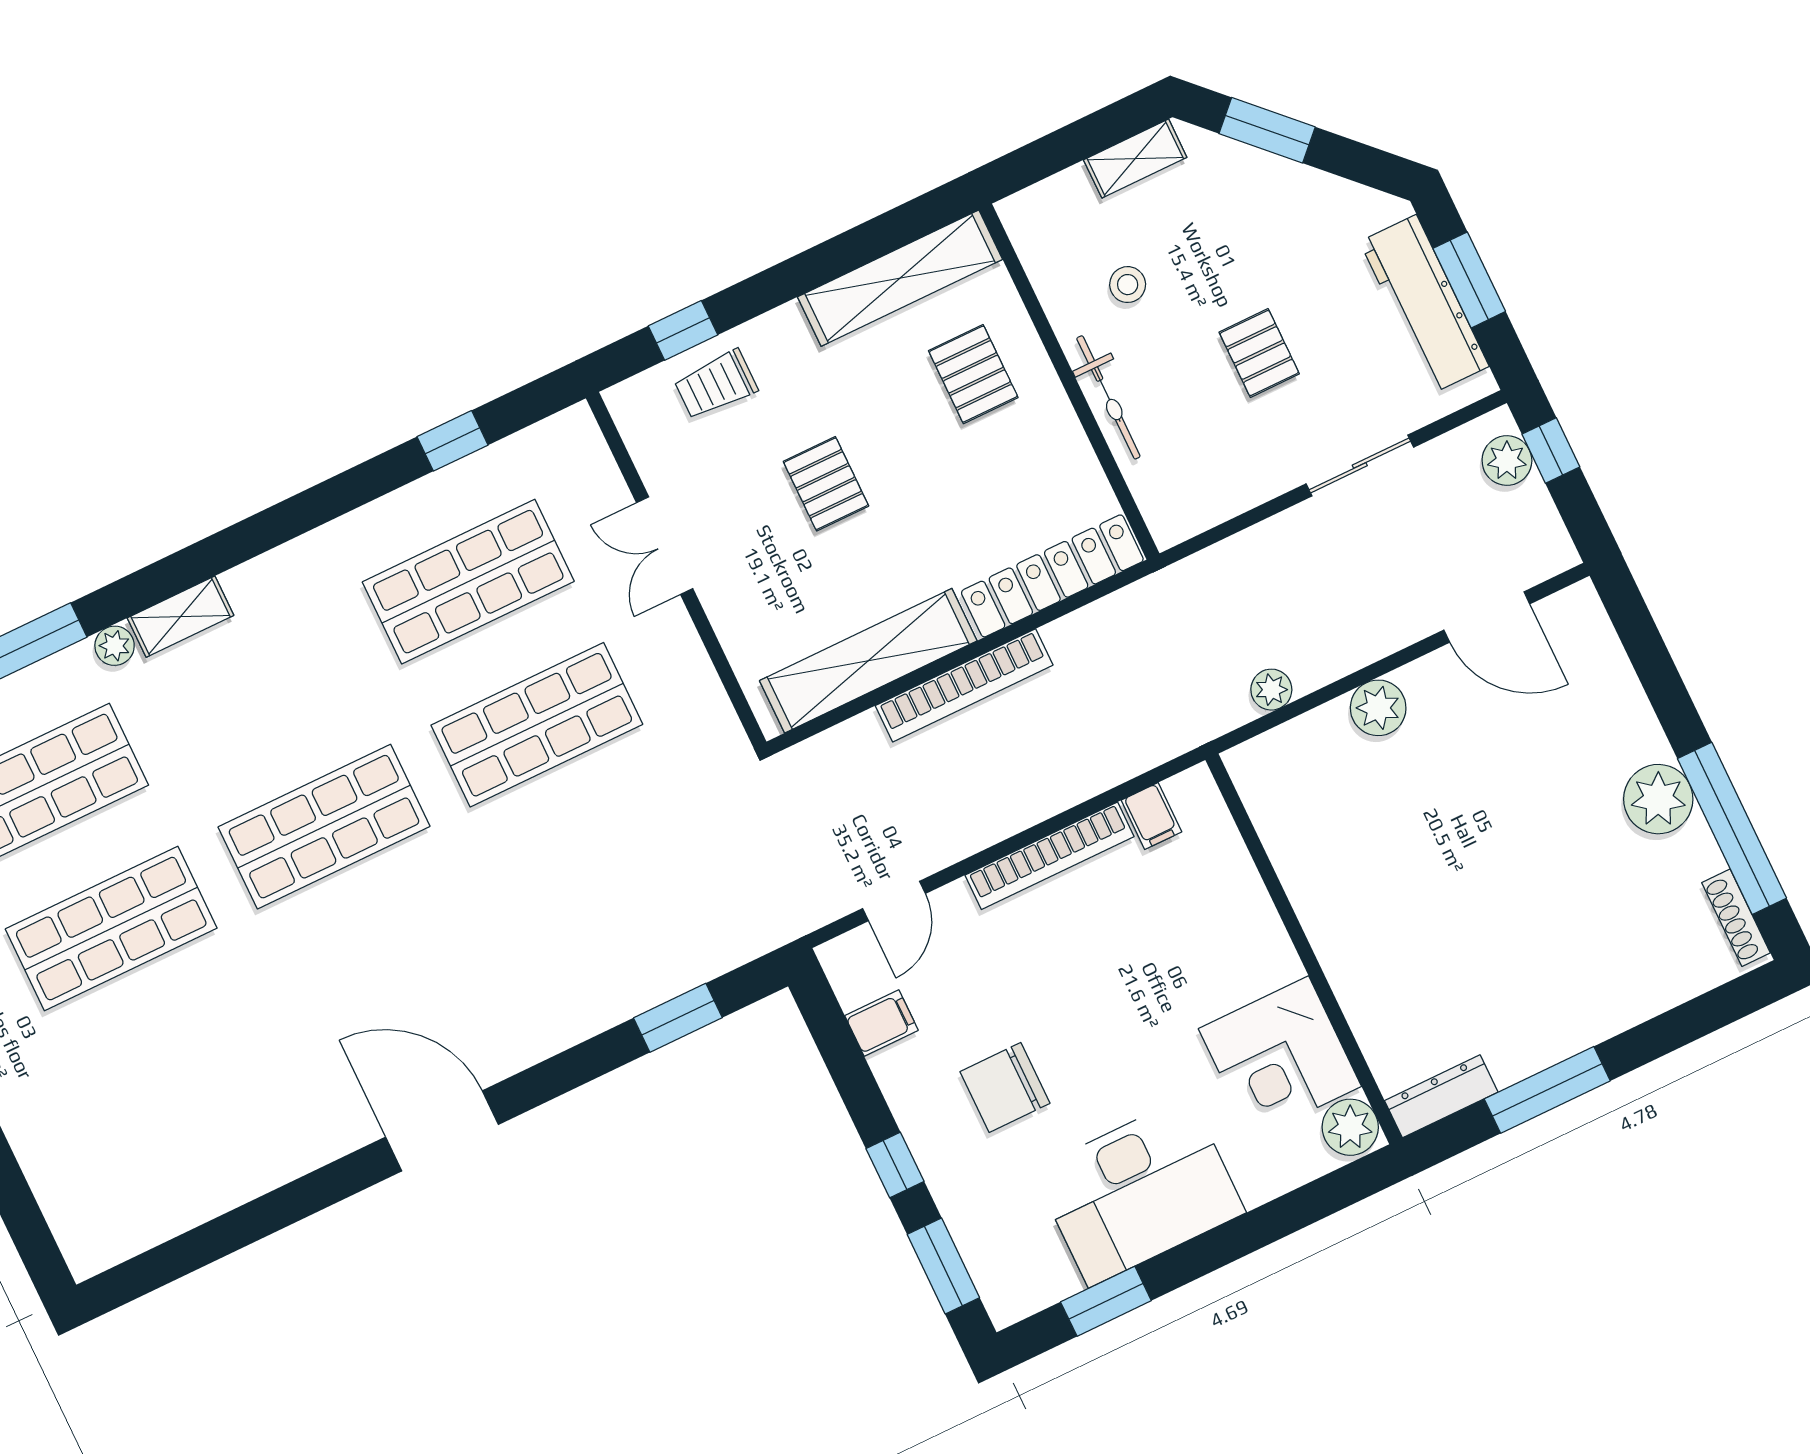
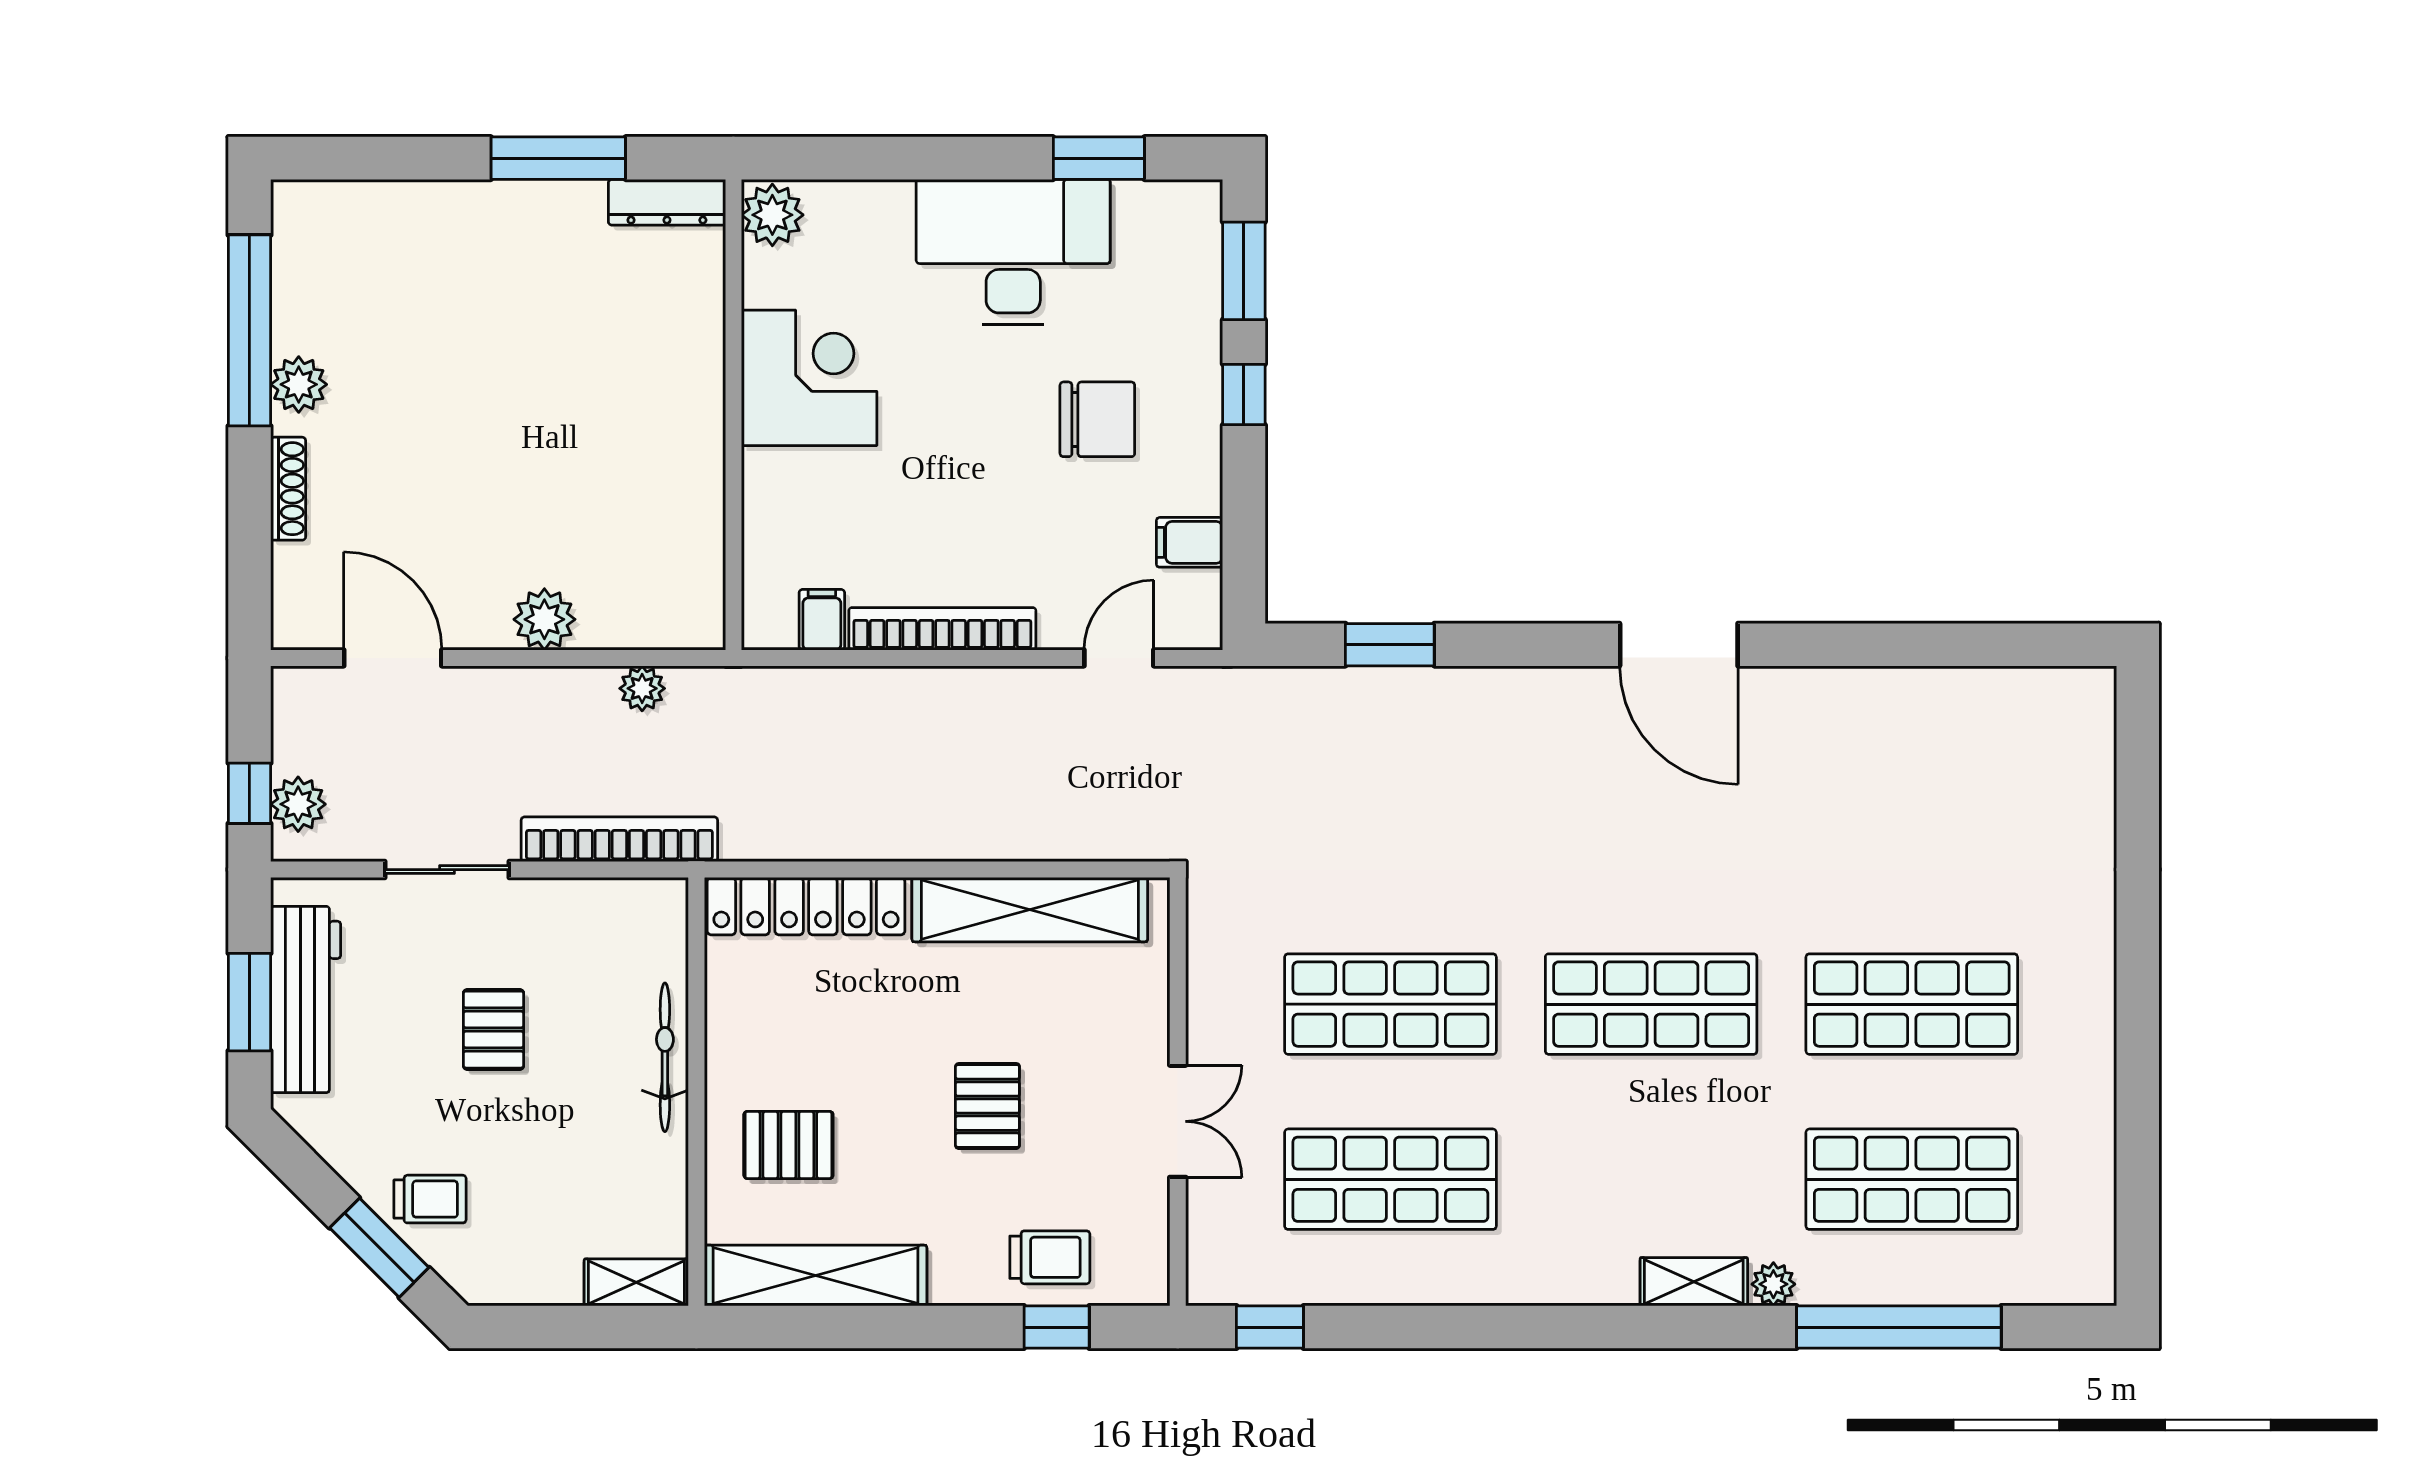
shelving: (1135, 159) -> (636, 1282), moved
trolley: (1245, 190) -> (430, 1199), added
stool: (1128, 285) -> (592, 1160), removed
pallet: (973, 374) -> (788, 1145), turned 90
window: (453, 441) -> (1270, 1327), moved
bookcase: (964, 685) -> (619, 839), moved
plant: (1658, 799) -> (299, 384), width x0.73, depth x0.73
shoe rack: (1736, 918) -> (288, 489), moved
corner desk: (1280, 1058) -> (809, 378), moved

